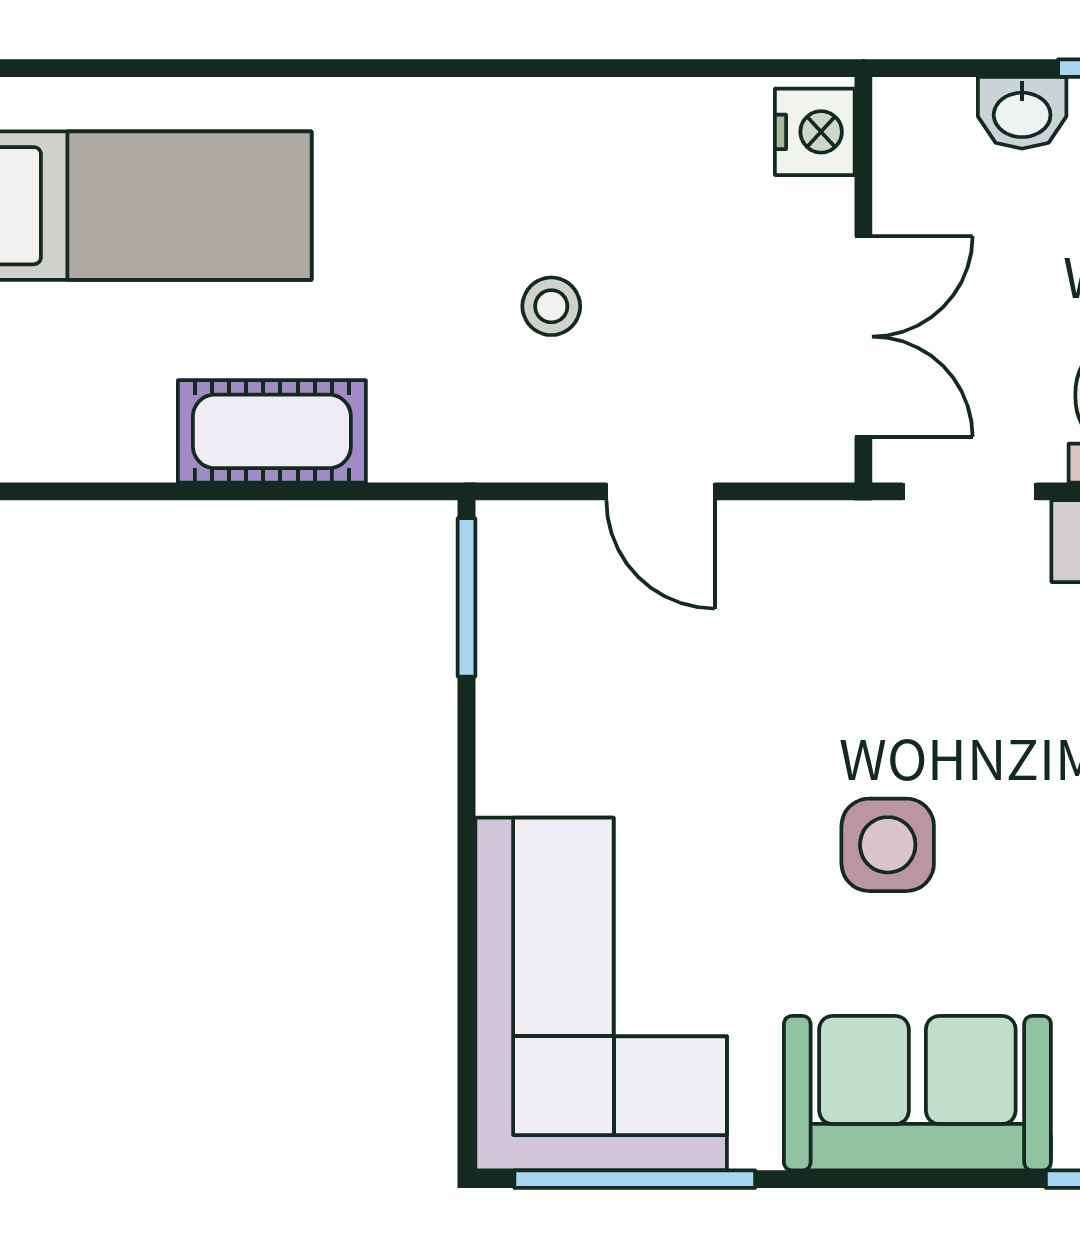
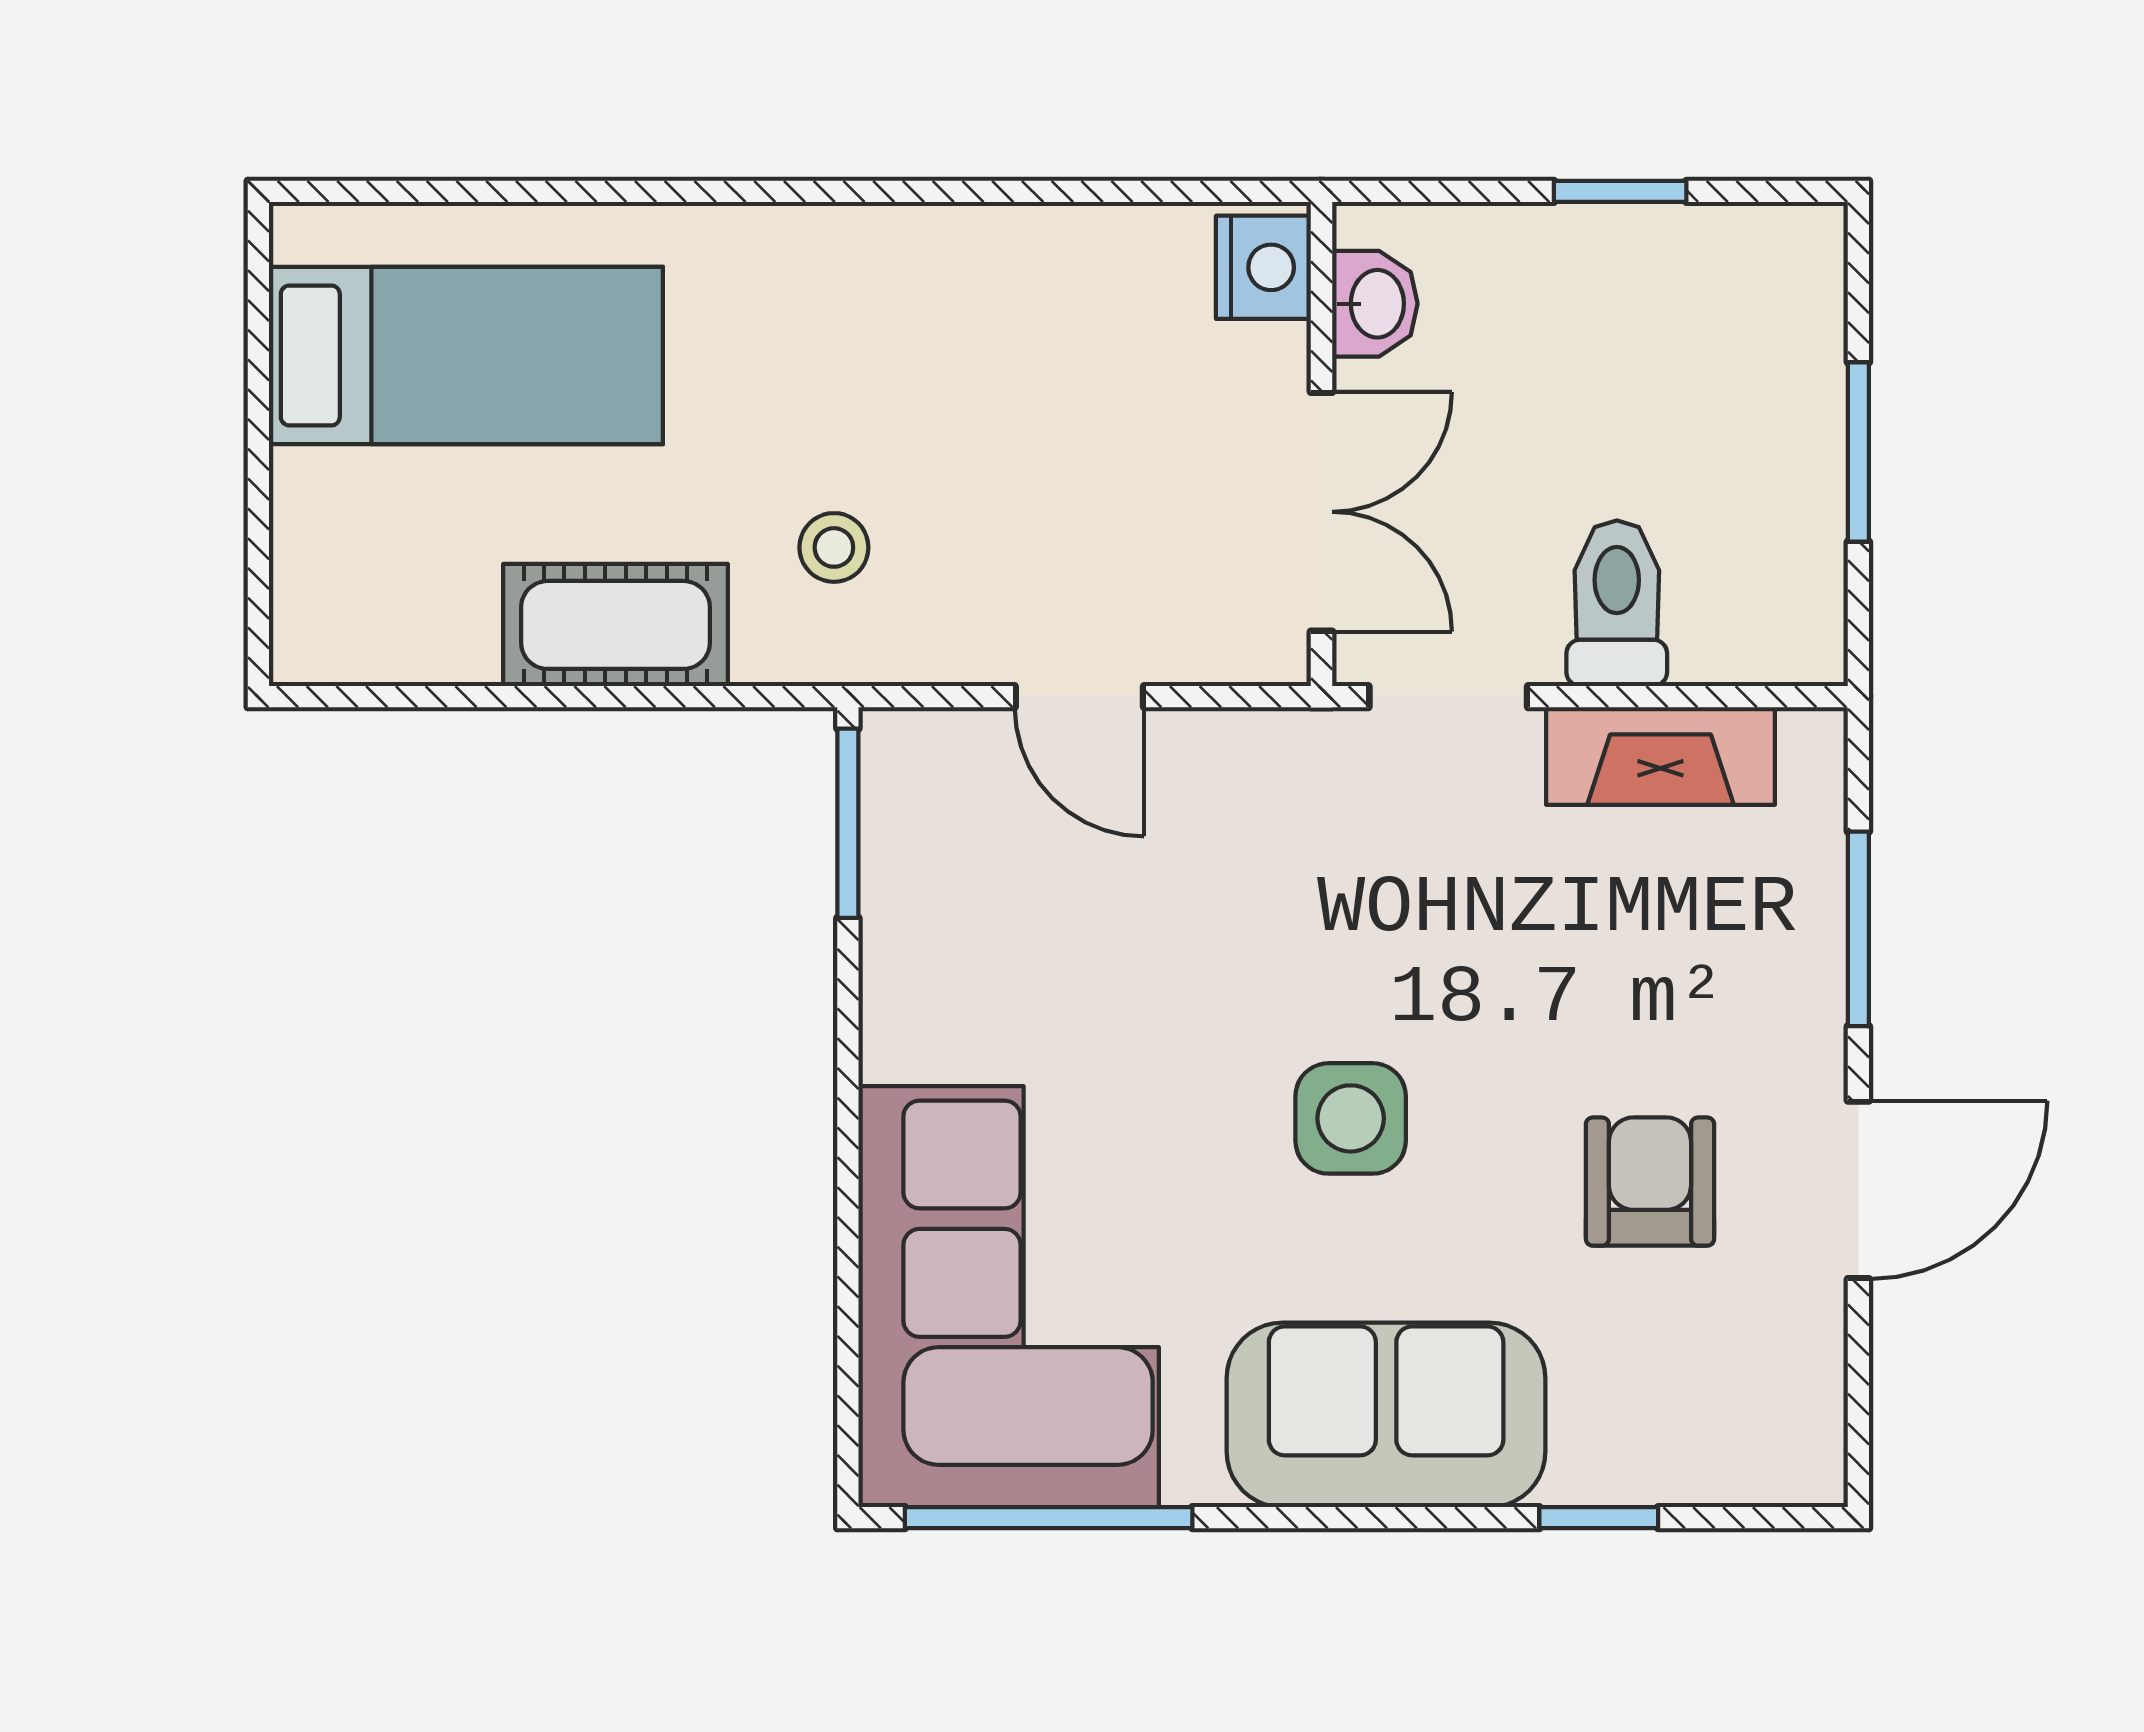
washbasin: (1022, 113) -> (1375, 304), moved, turned -90
stool: (551, 306) -> (834, 547), moved

